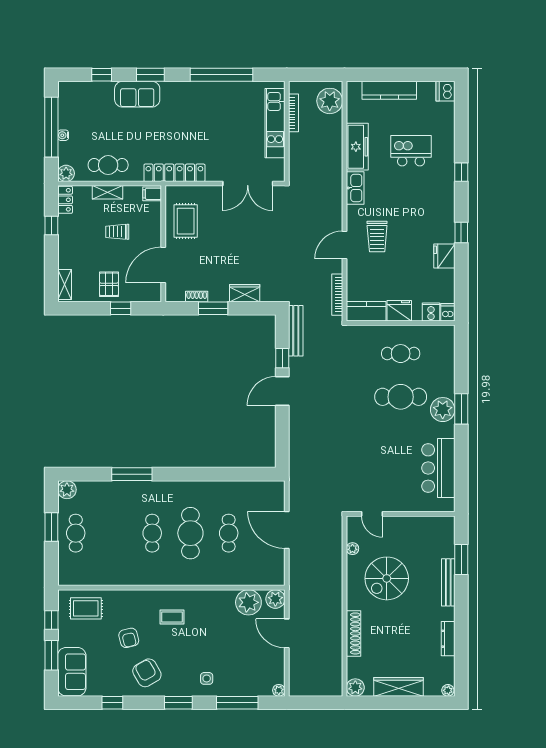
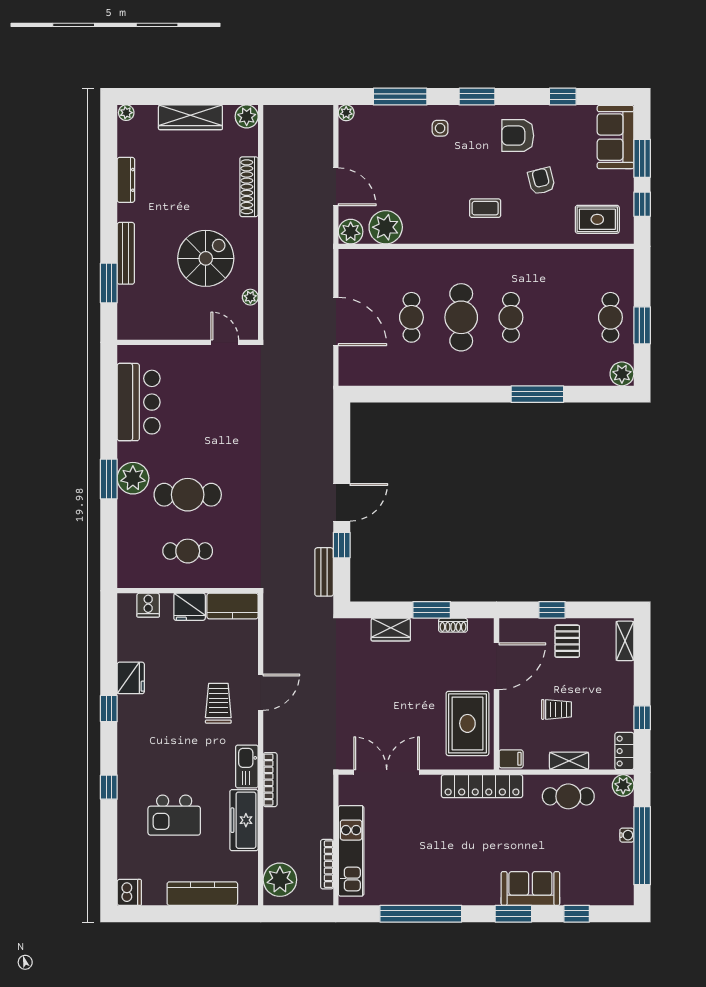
rug: (186, 221) -> (467, 723), width x1.36, depth x1.43
bookcase: (337, 295) -> (270, 780), moved
dishwasher: (448, 312) -> (126, 605), removed
bench: (296, 331) -> (324, 572), width x0.73
armchair: (147, 673) -> (518, 136), turned 120

